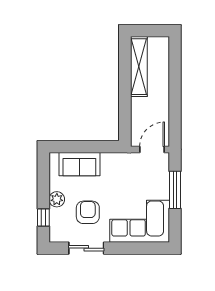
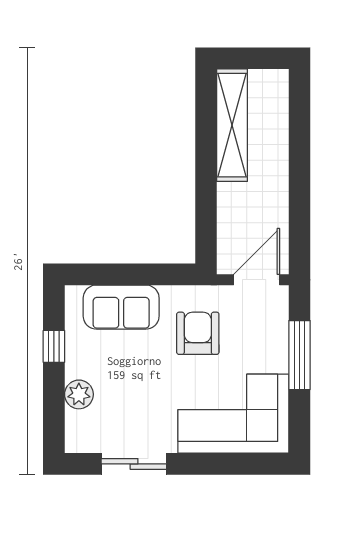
plant: (57, 199) -> (79, 394), moved
armchair: (88, 212) -> (198, 333), moved
window: (43, 217) -> (54, 346), moved

